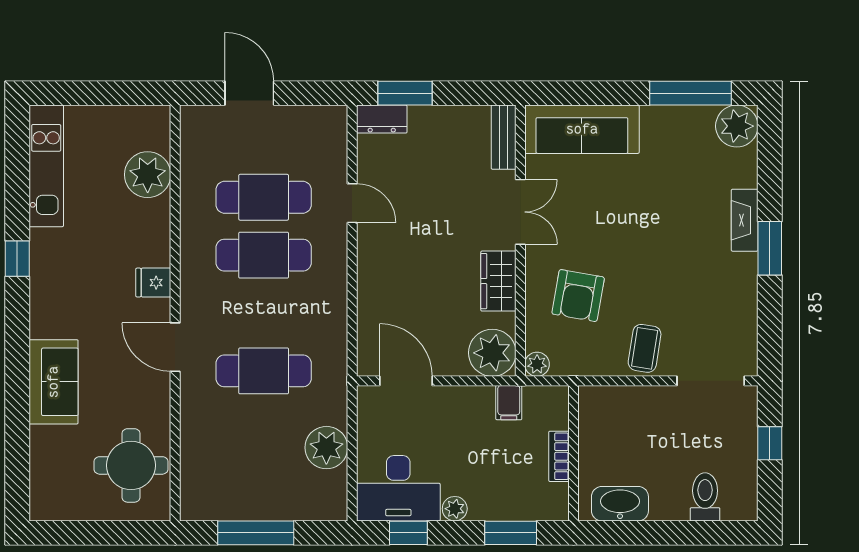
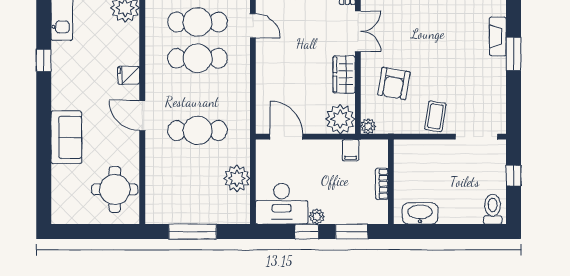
toilet: (705, 497) -> (493, 209), moved
window: (408, 533) -> (307, 232), moved

